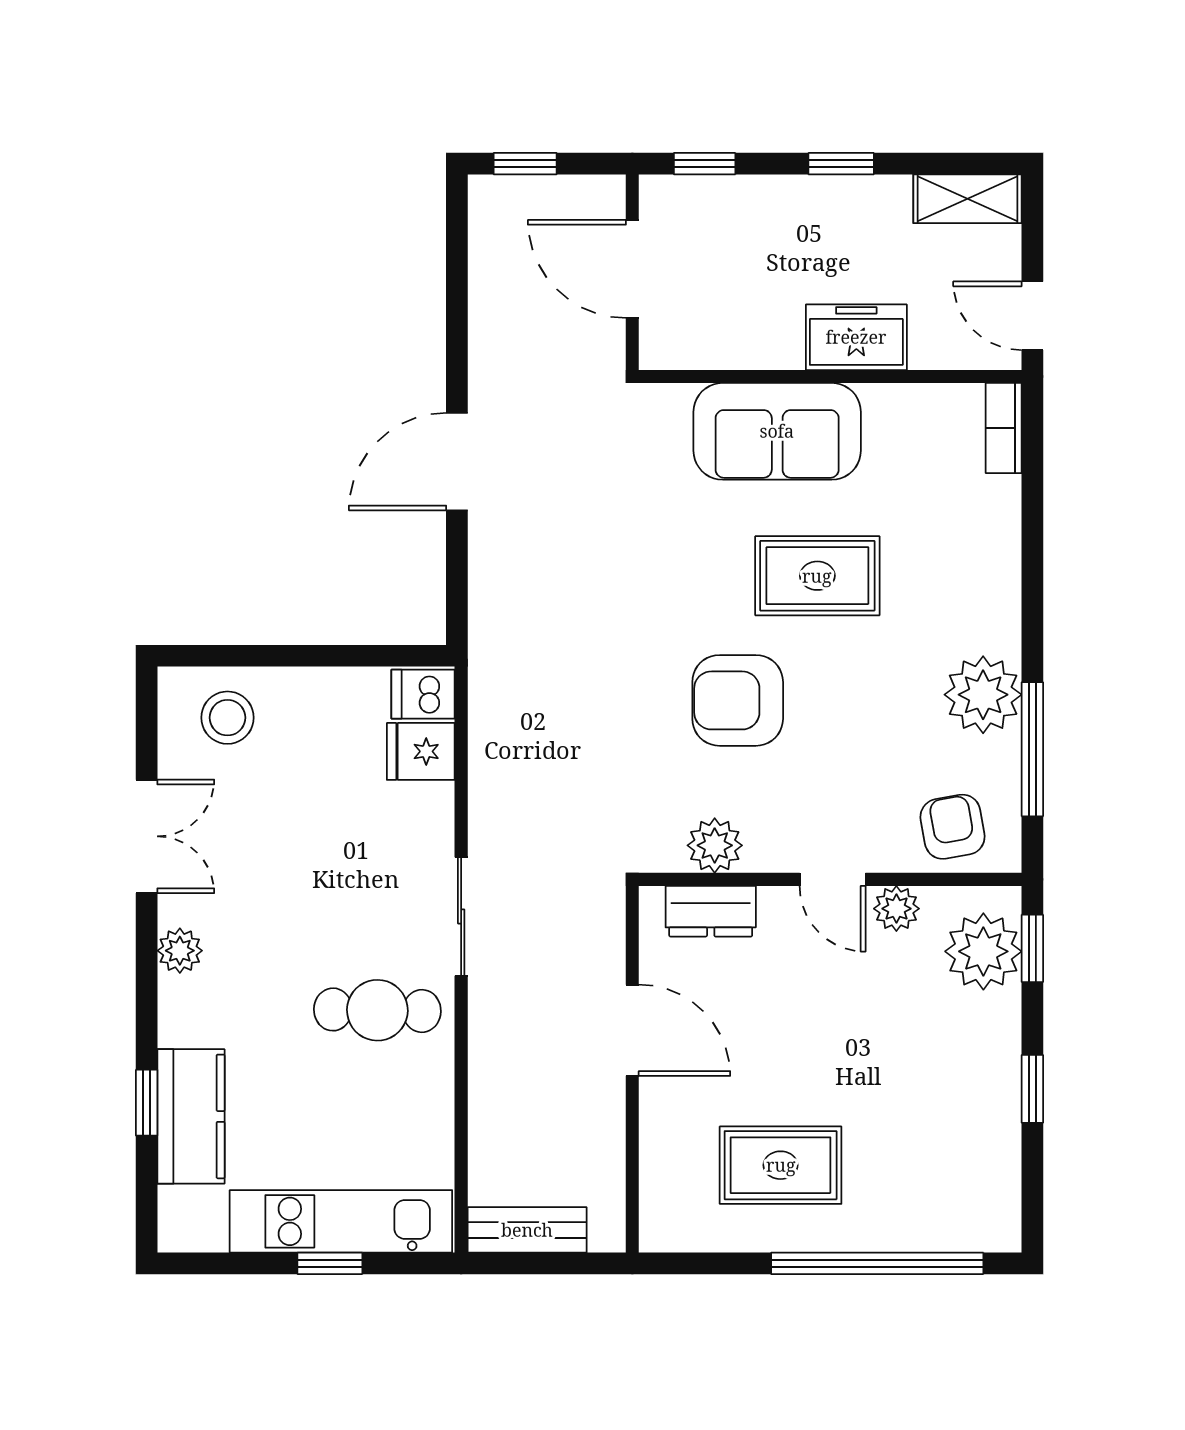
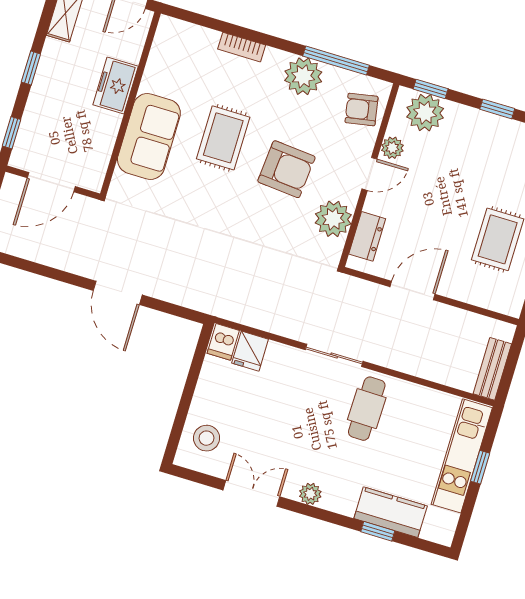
bookcase: (1004, 428) -> (242, 47), moved
armchair: (738, 700) -> (286, 169), moved, turned -85
plant: (715, 845) -> (333, 219), width x1.36, depth x1.36

